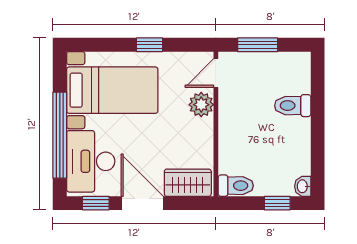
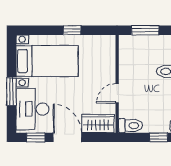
door: (216, 73) -> (117, 93), moved
plant: (201, 105) -> (107, 71), removed
window: (60, 135) -> (11, 91), width x0.47

